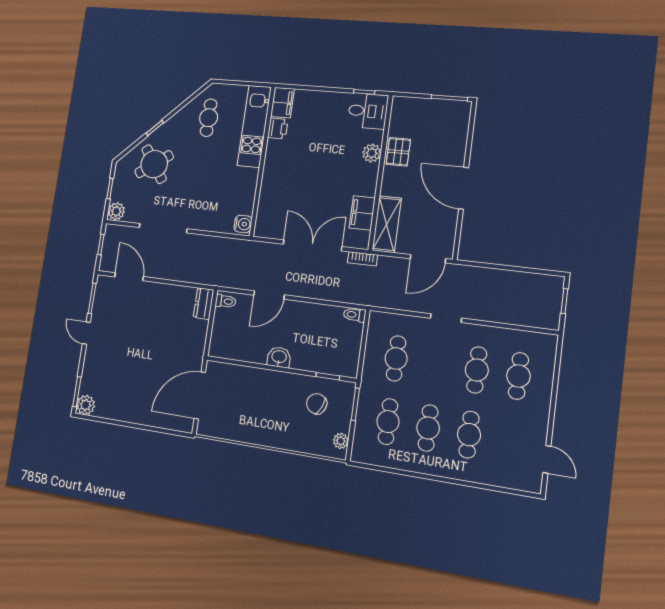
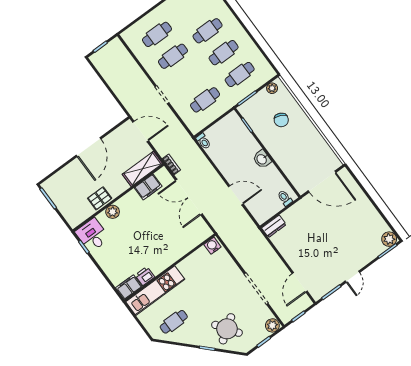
toilet: (226, 301) -> (285, 198), moved
chair: (317, 404) -> (281, 120), moved

